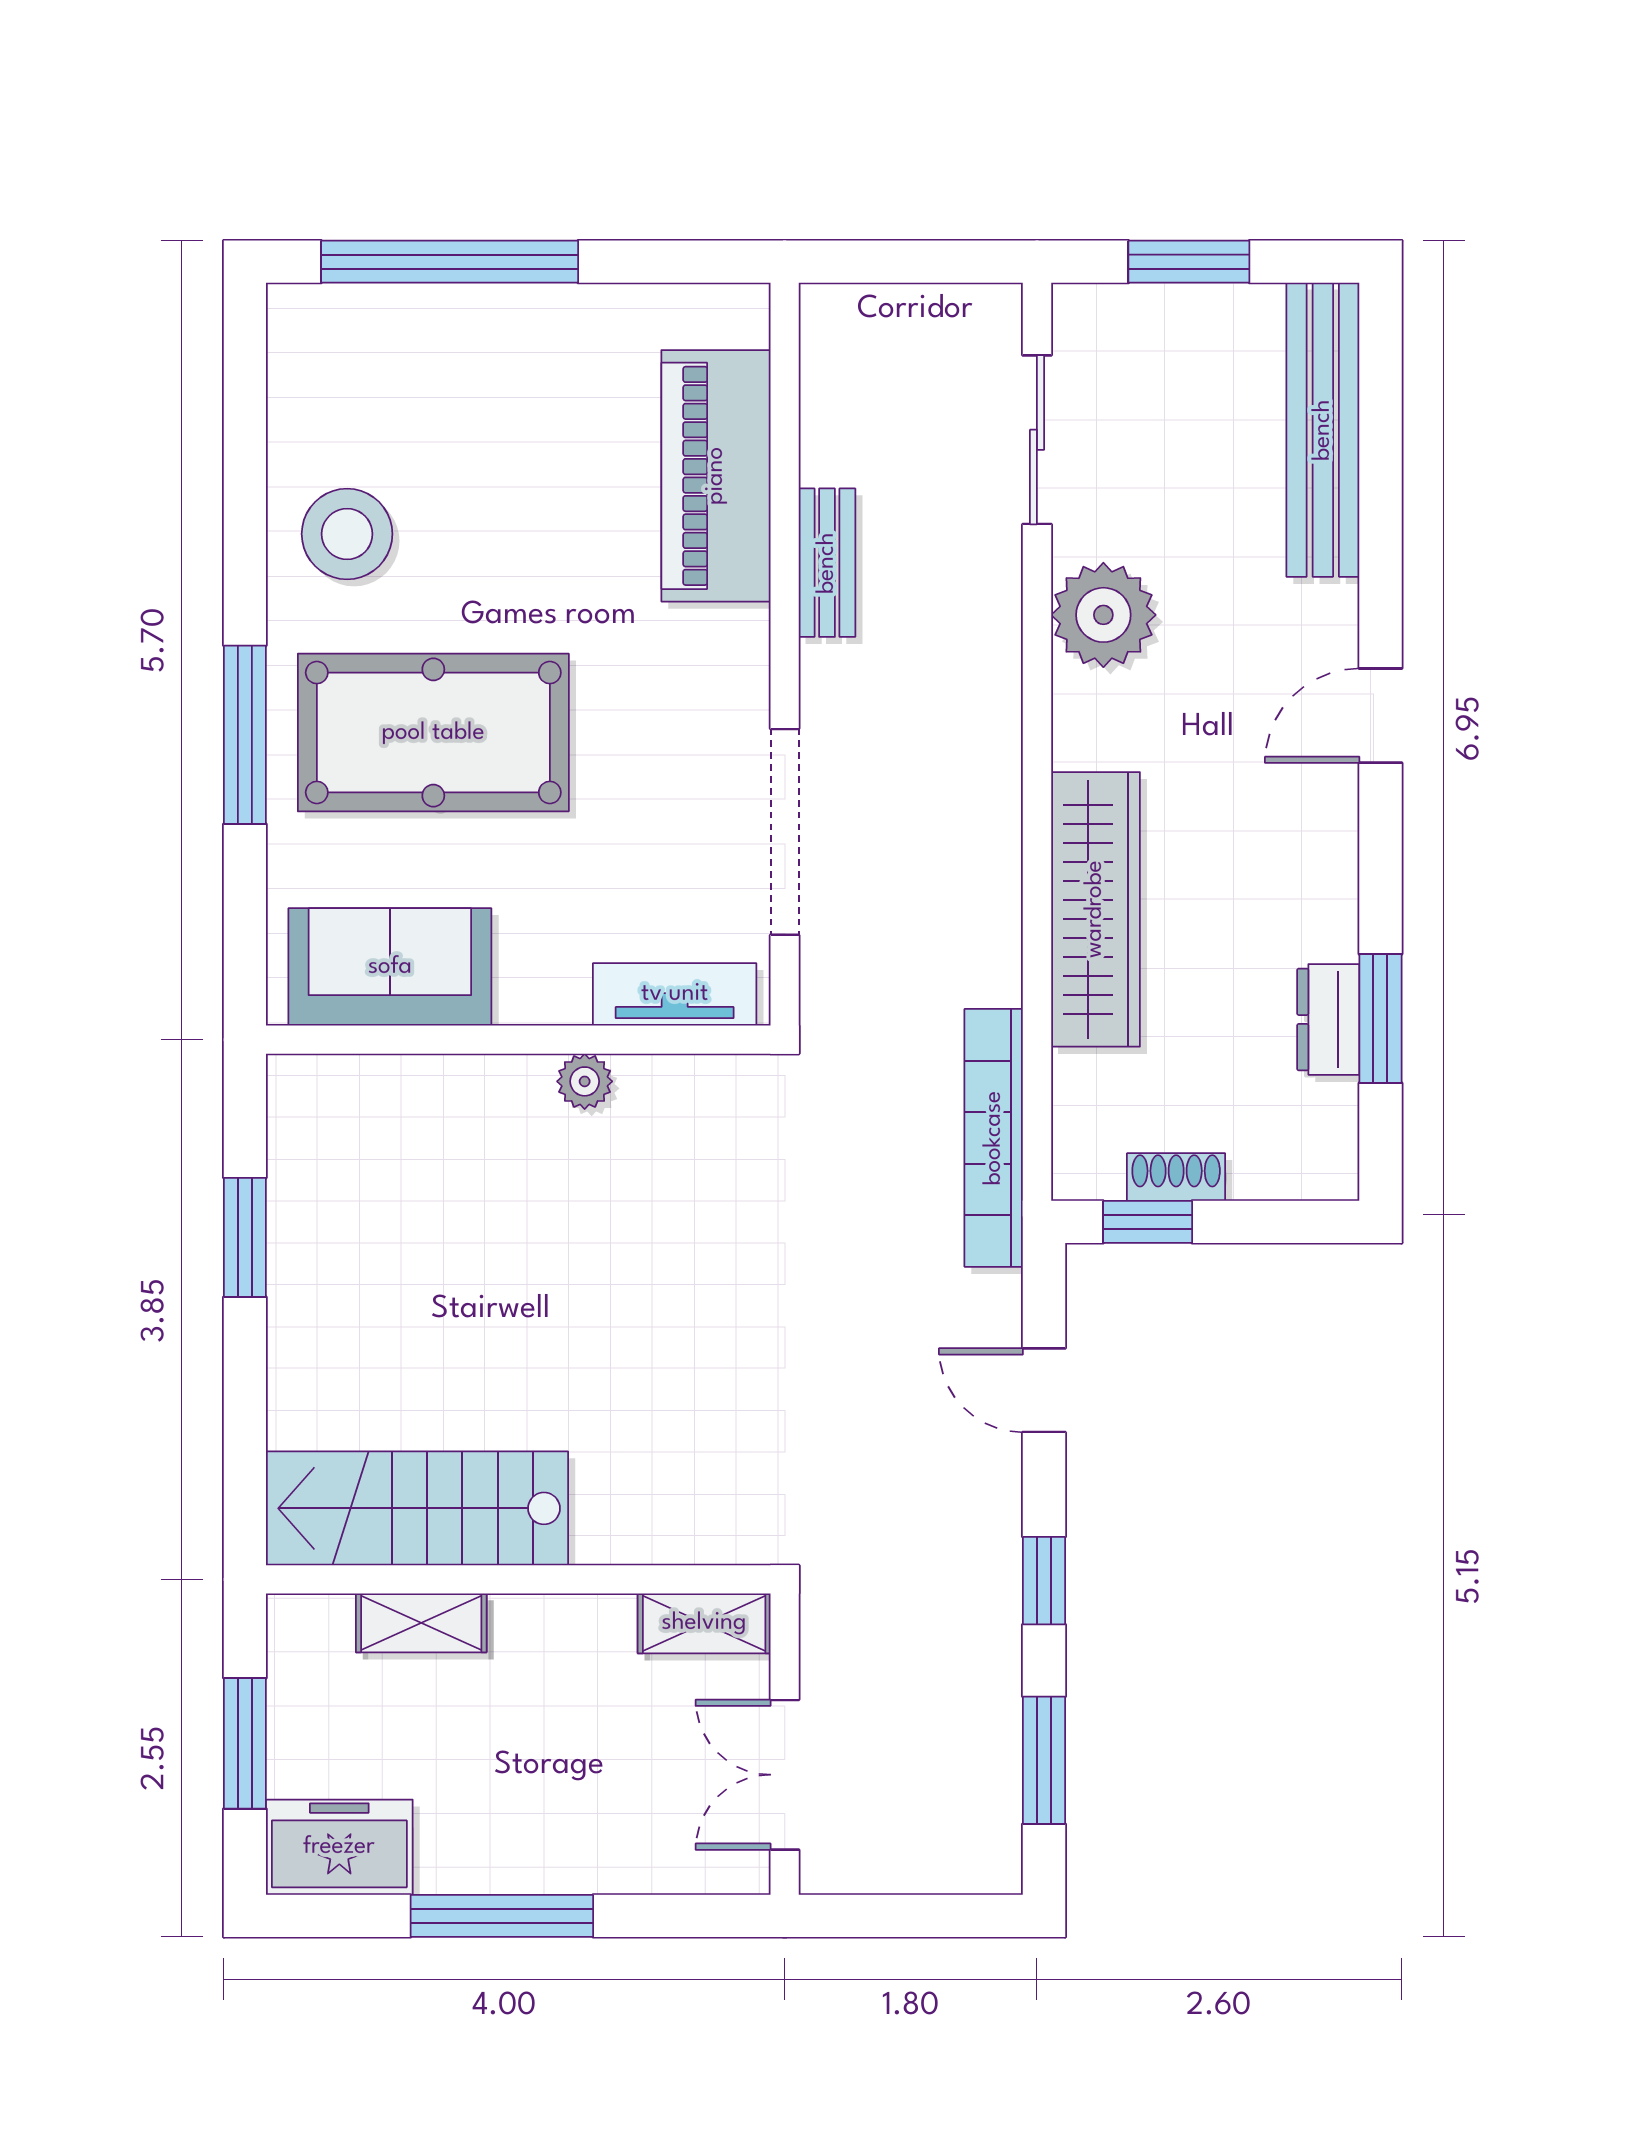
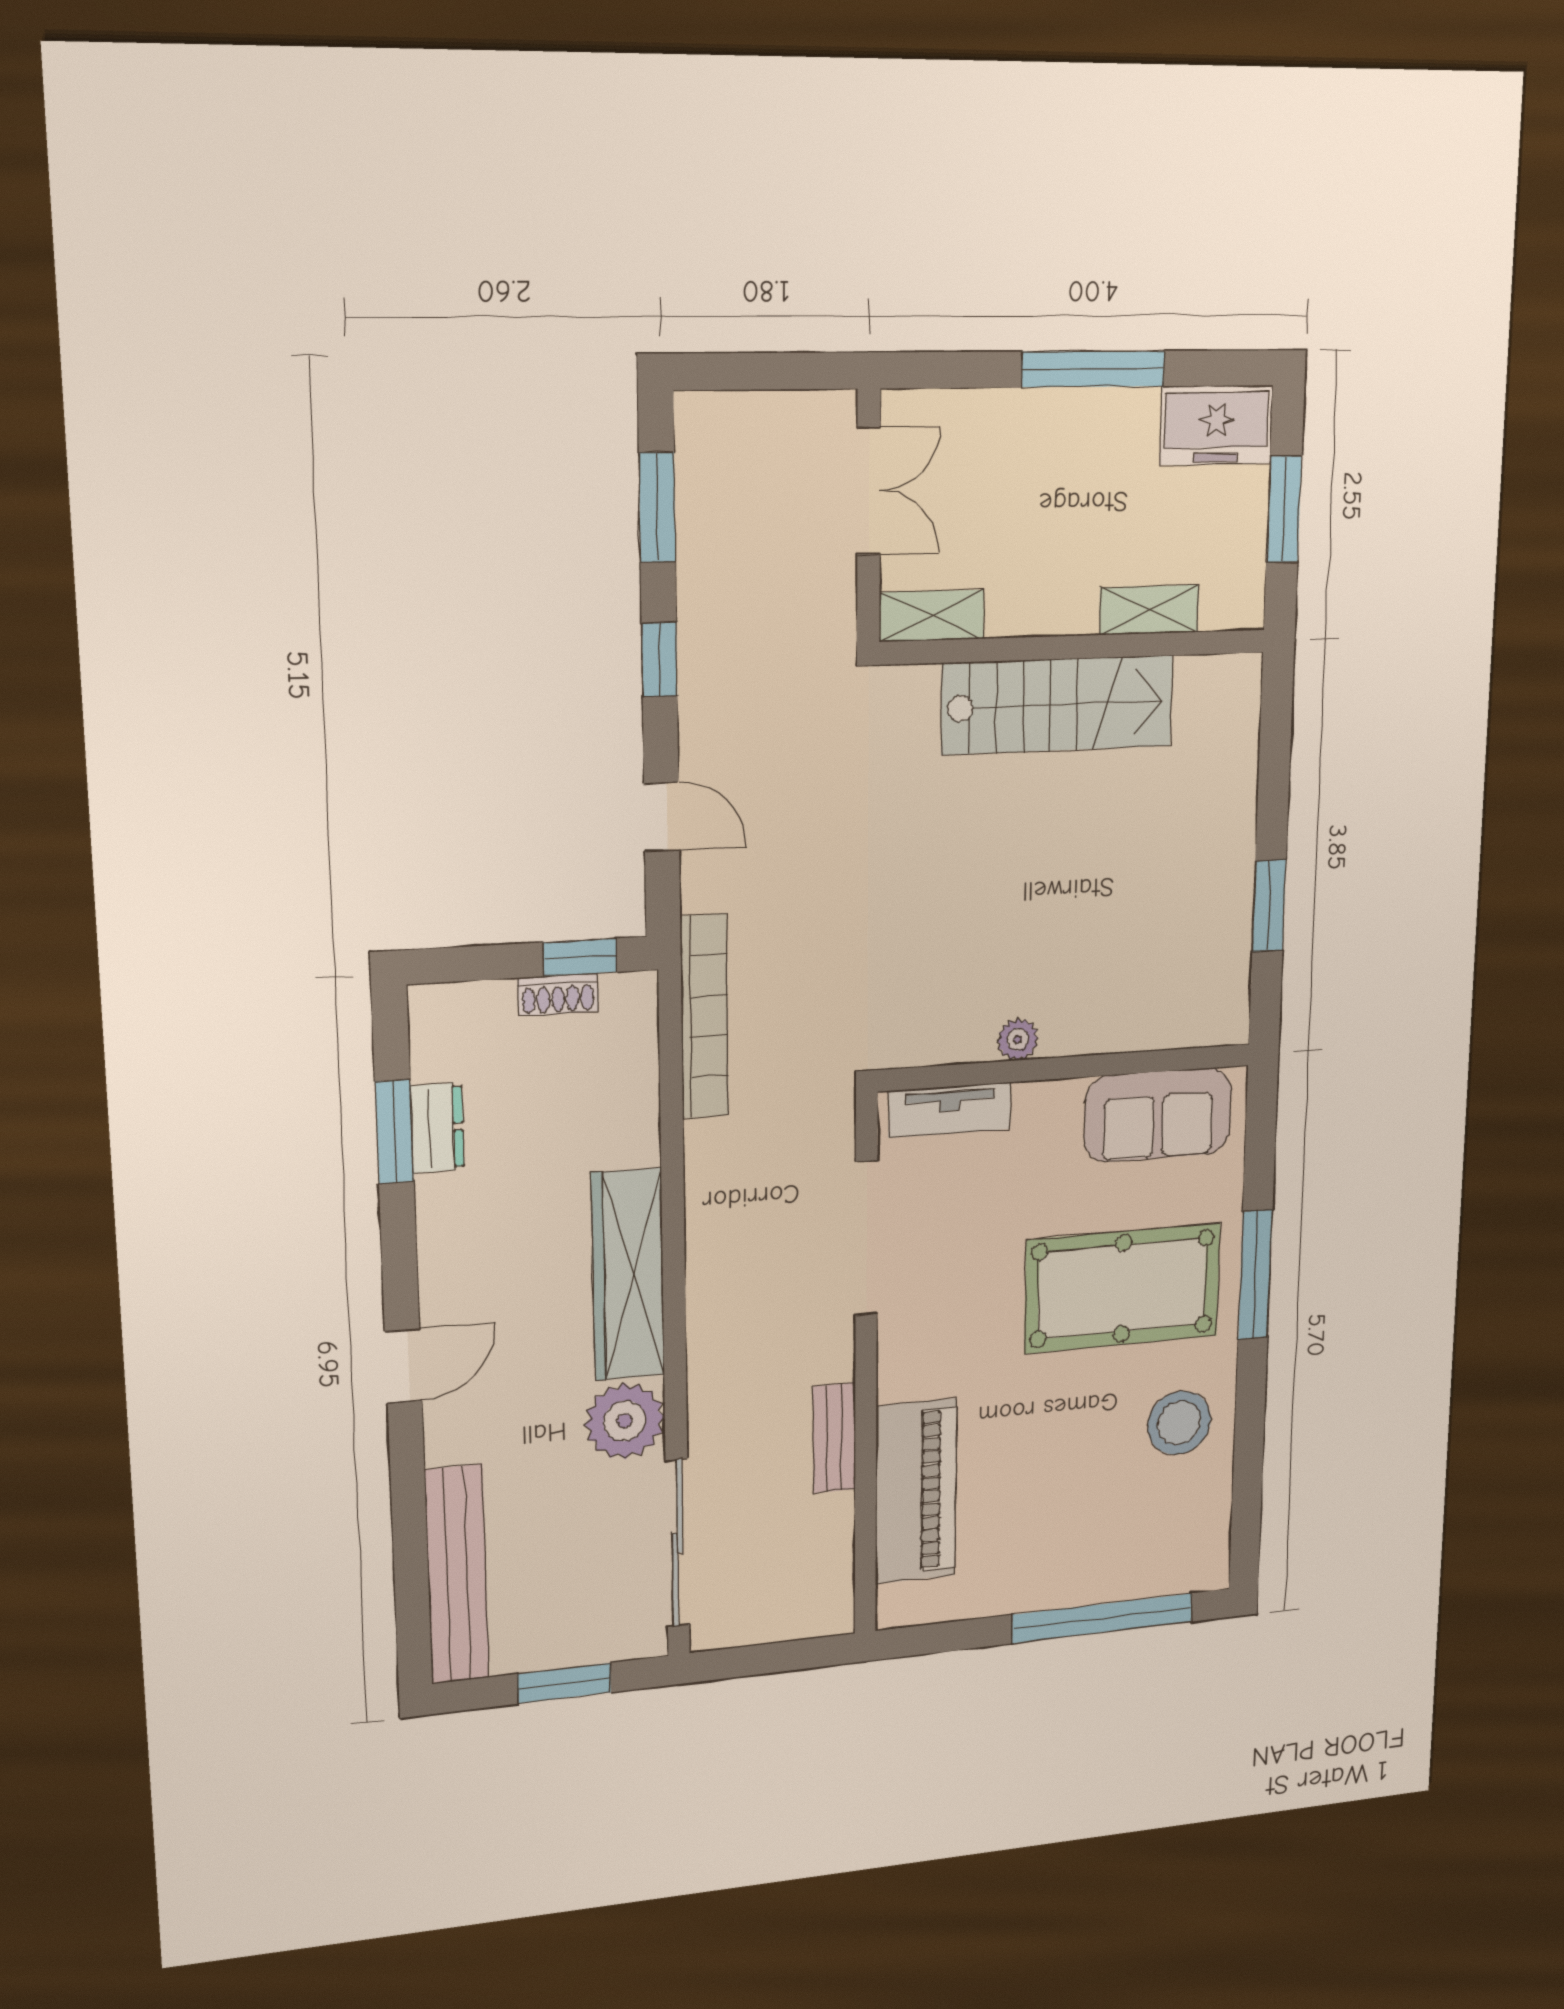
sliding door: (1037, 440) -> (677, 1543), width x1.37
wardrobe: (1095, 909) -> (628, 1275), moved
stairs: (417, 1508) -> (1058, 705), moved

